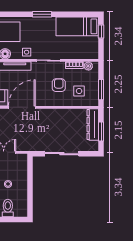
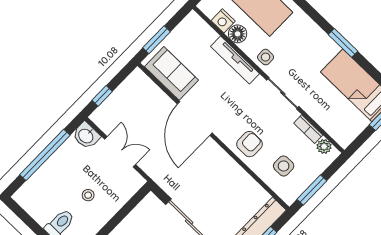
window: (42, 14) -> (343, 43), moved
armchair: (59, 85) -> (250, 144), moved
door: (22, 107) -> (195, 118), swing flipped

